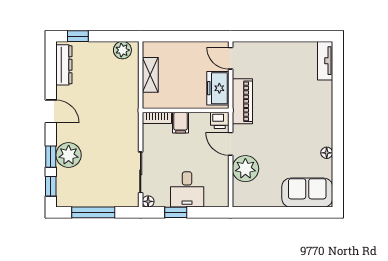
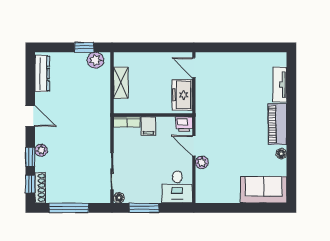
window: (78, 36) -> (84, 47), moved
tv unit: (325, 61) -> (280, 85), moved
piano: (242, 101) -> (277, 124), moved, turned 180
plant: (69, 155) -> (41, 150), width x0.53, depth x0.53
plant: (245, 169) -> (202, 162), width x0.53, depth x0.53
desk: (187, 189) -> (177, 187), moved
shoe rack: (62, 190) -> (40, 188), added
window: (176, 212) -> (144, 208), width x1.50

